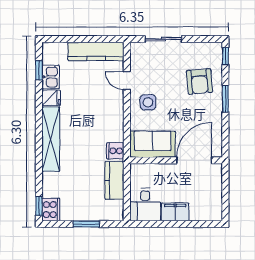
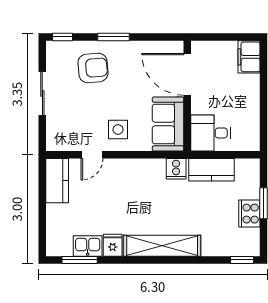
sliding door: (163, 39) -> (42, 93), moved
kitchen counter: (96, 51) -> (57, 181), width x0.67
window: (39, 70) -> (80, 260), width x1.50
desk: (145, 205) -> (211, 133), moved, turned 180
cooker: (51, 210) -> (249, 214), moved, turned -90
filing cabinet: (175, 212) -> (249, 57), moved

